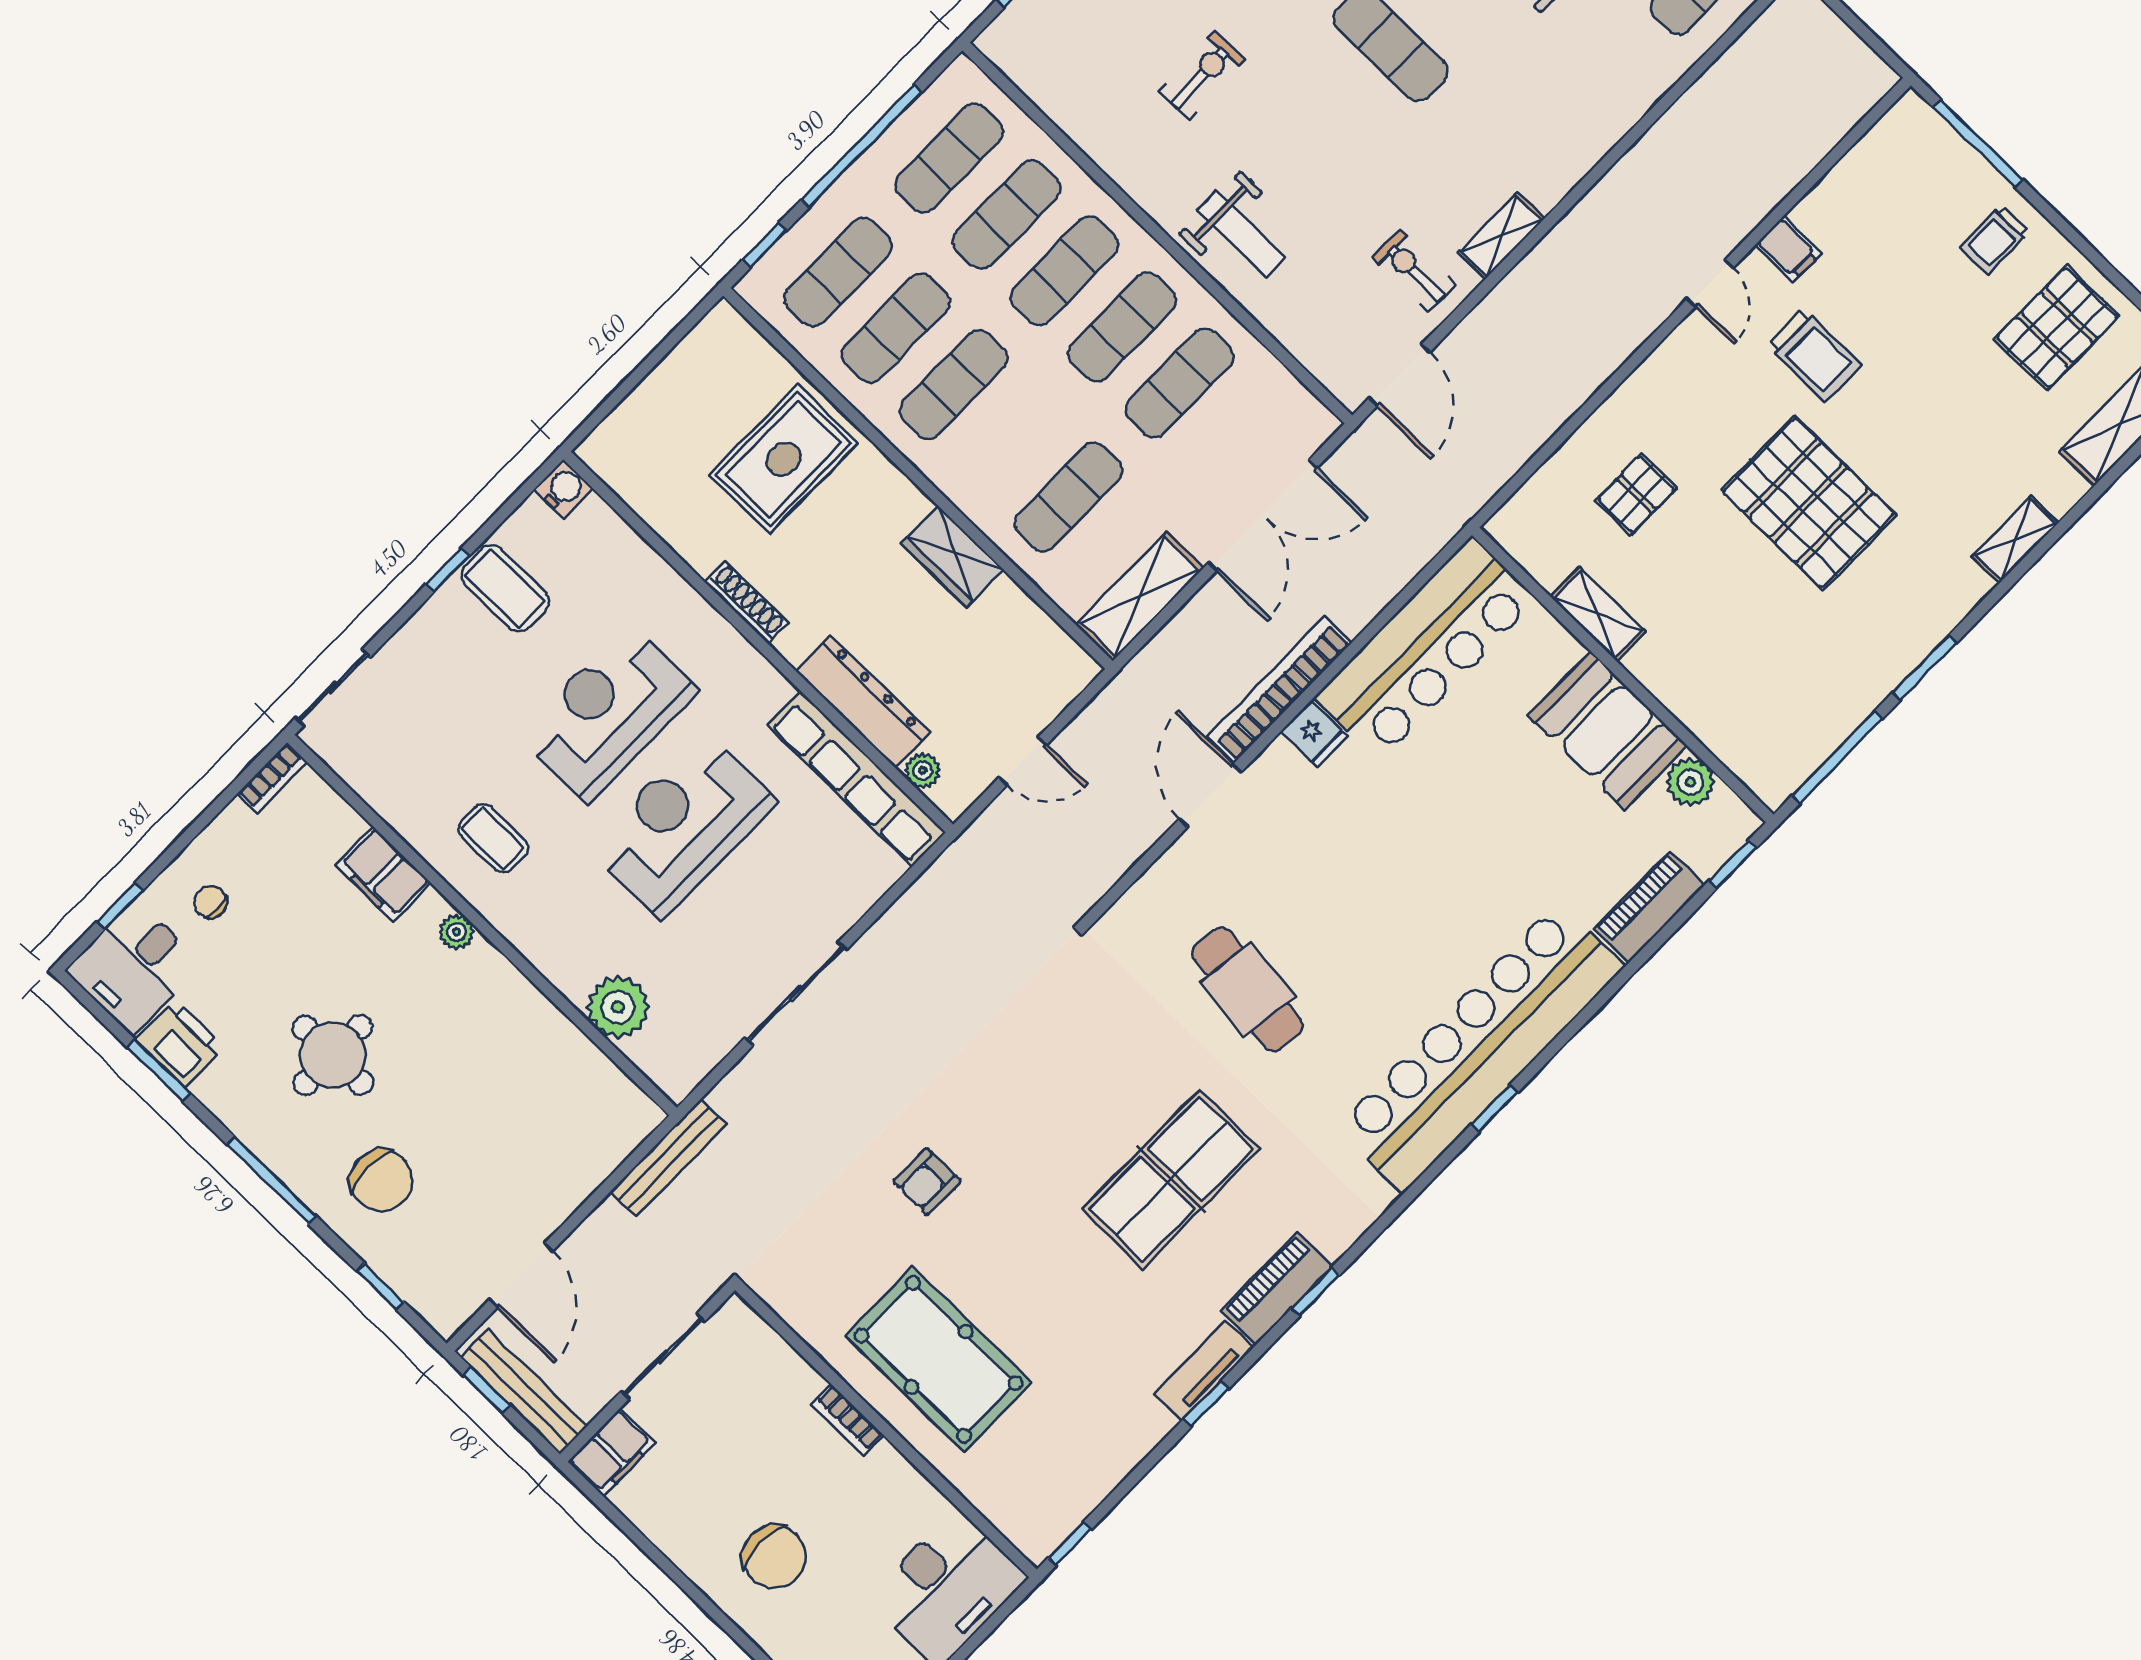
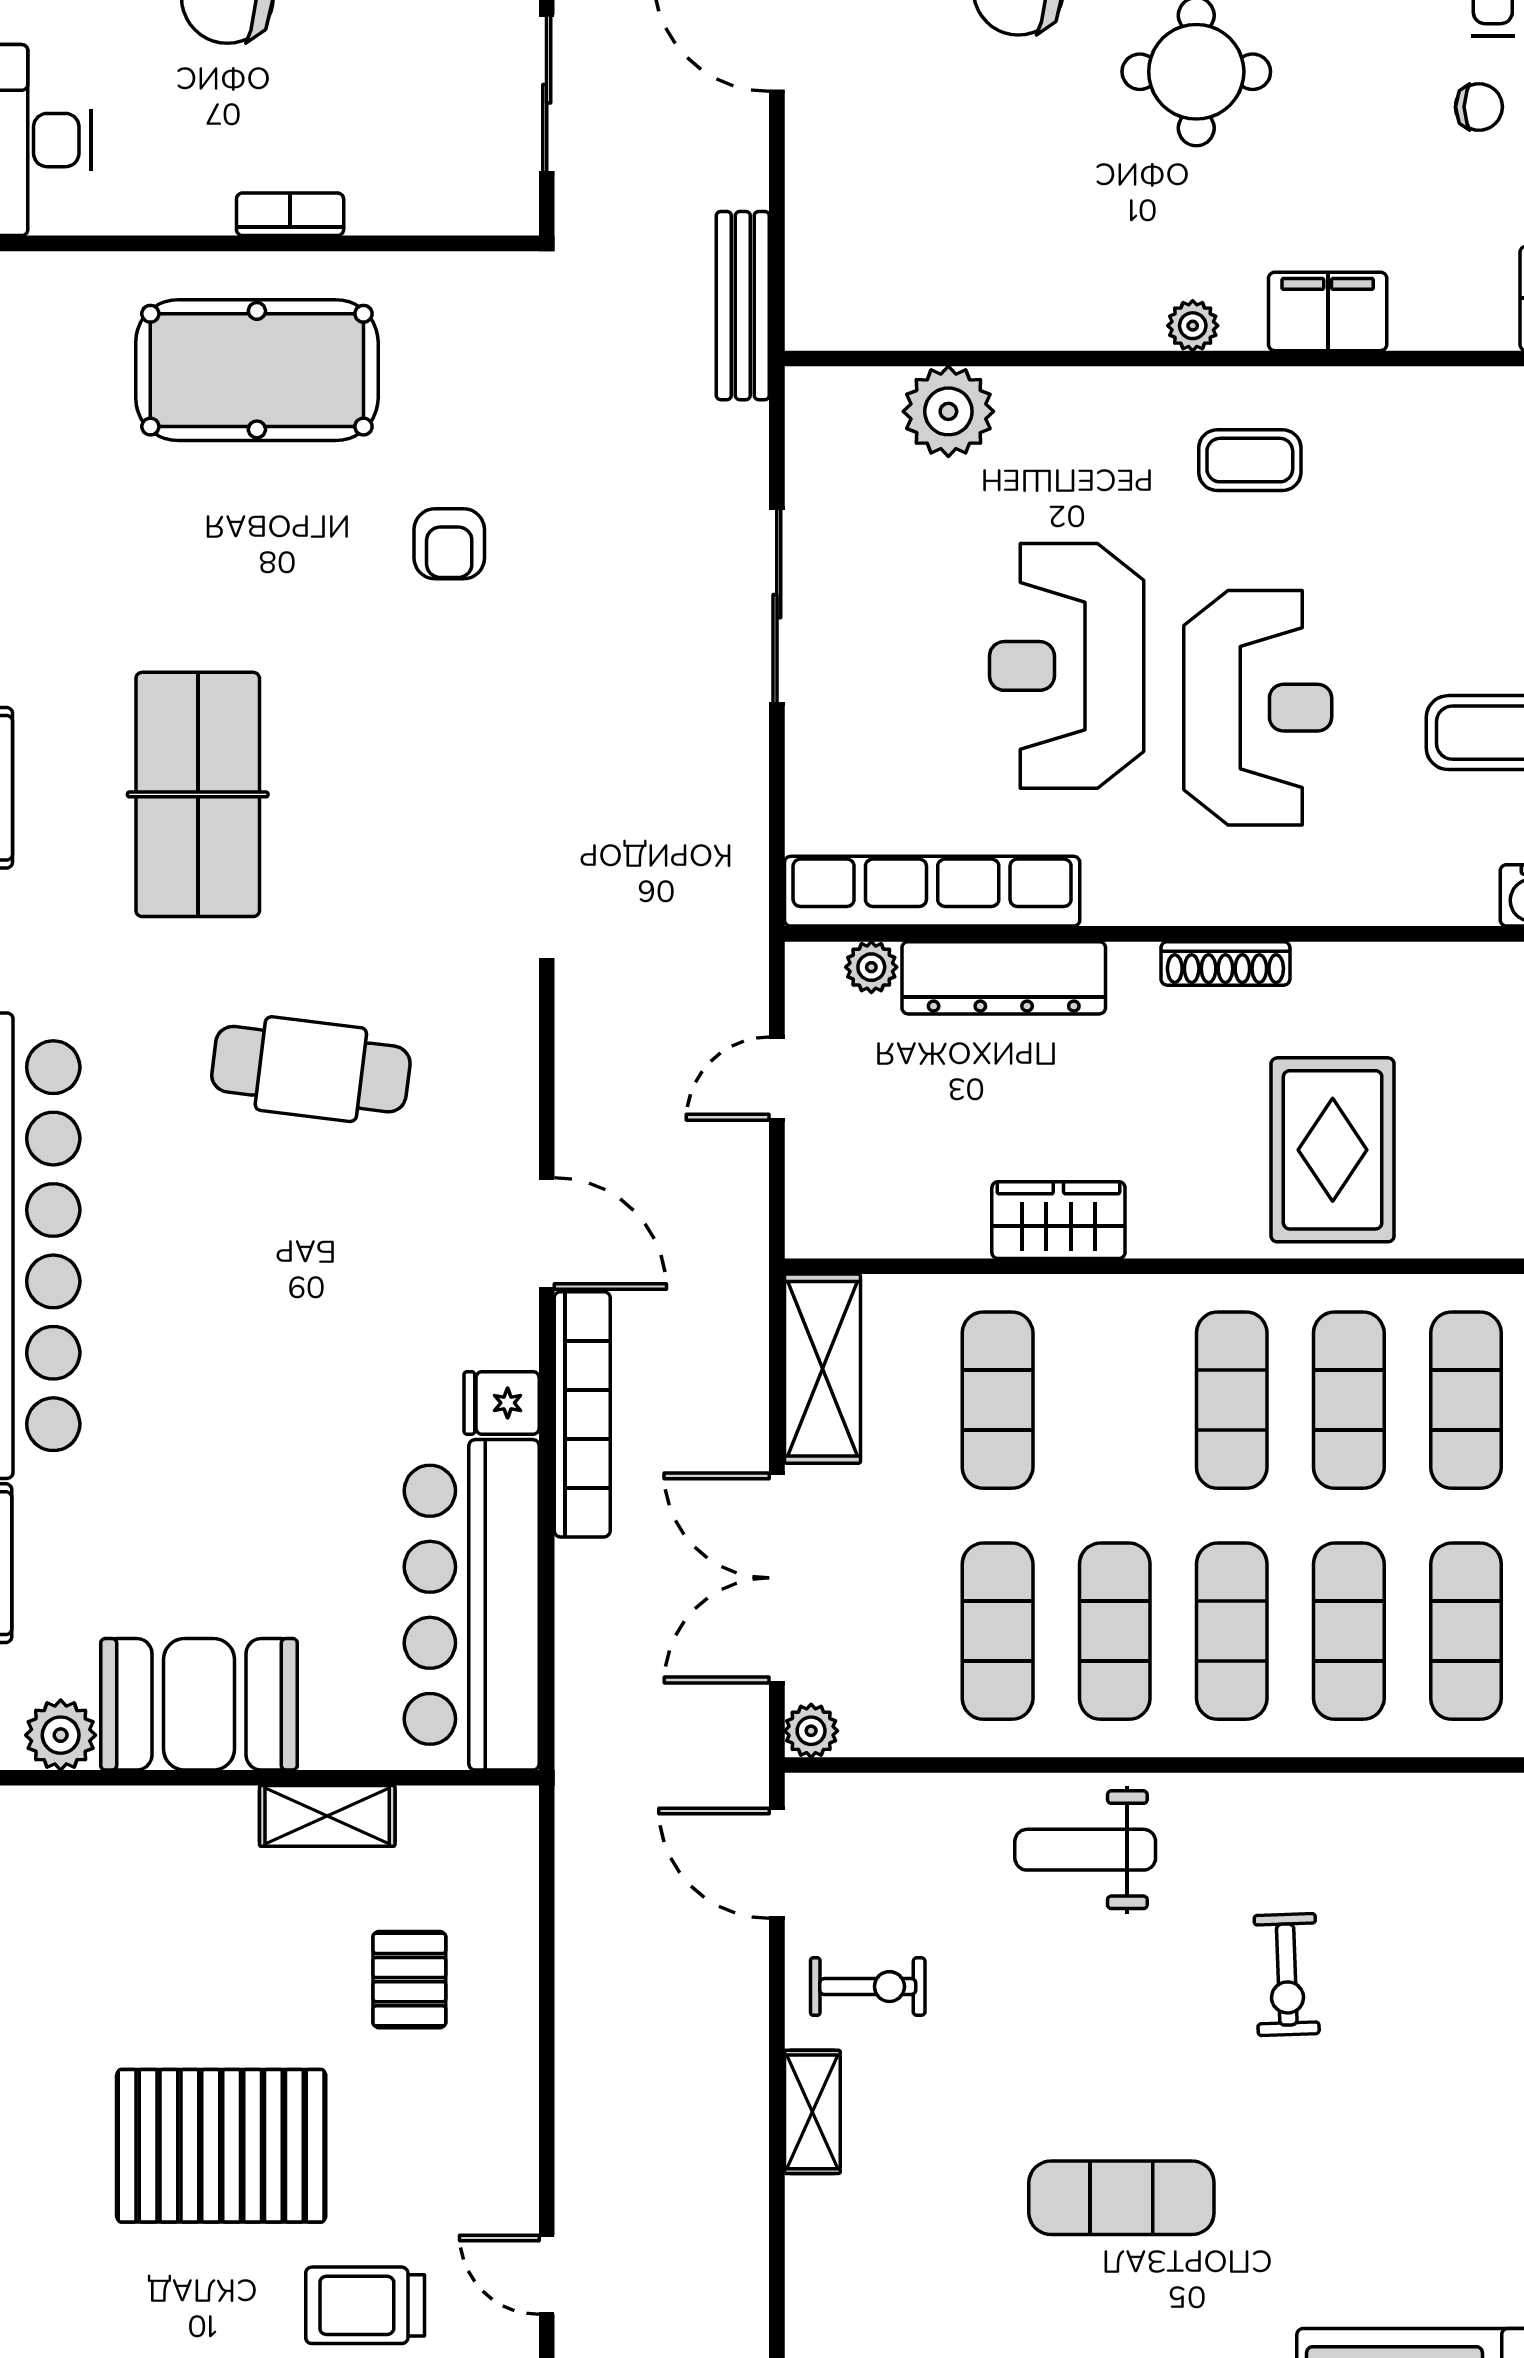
plant: (1319, 424) -> (811, 1731), added
reception desk: (682, 825) -> (1067, 666), turned 180
armchair: (927, 1181) -> (449, 544), turned 180

